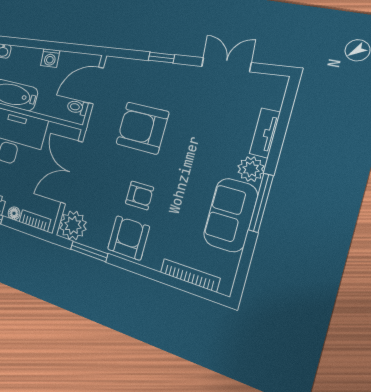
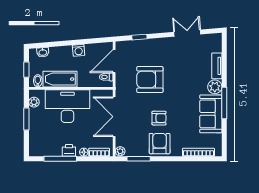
window: (161, 58) -> (139, 37), moved
plant: (73, 225) -> (120, 151), width x0.53, depth x0.53

